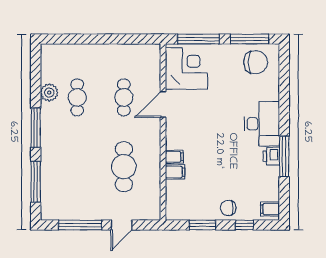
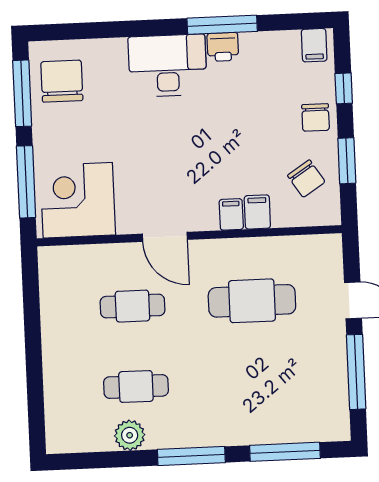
door: (163, 105) -> (165, 237), moved
chair: (193, 201) -> (306, 179), added

